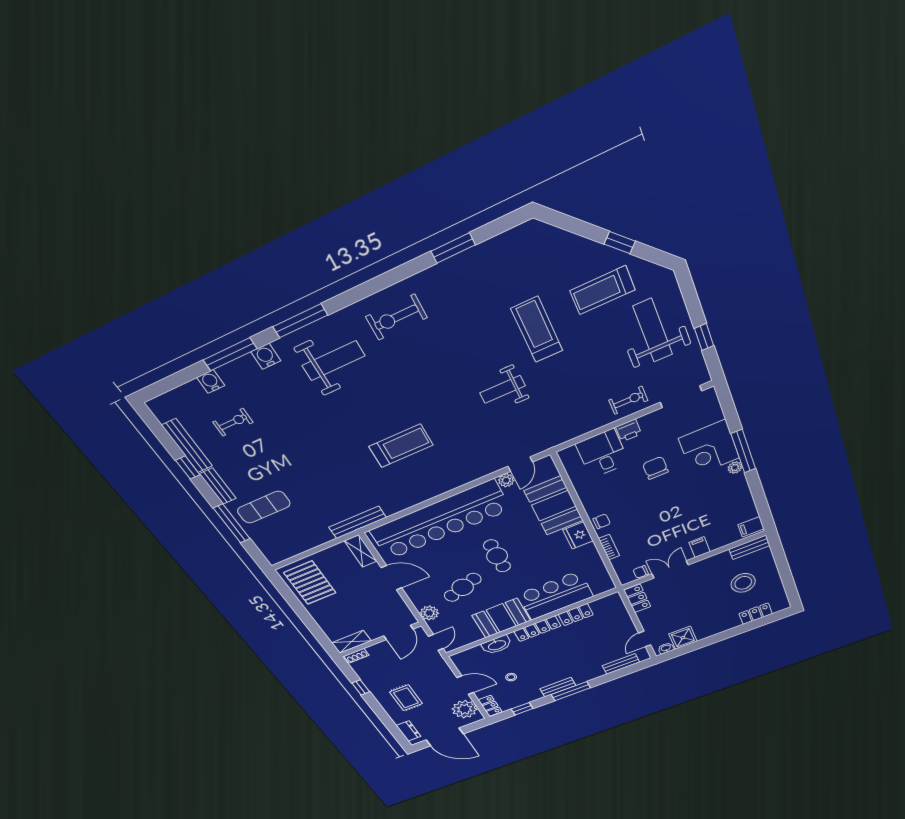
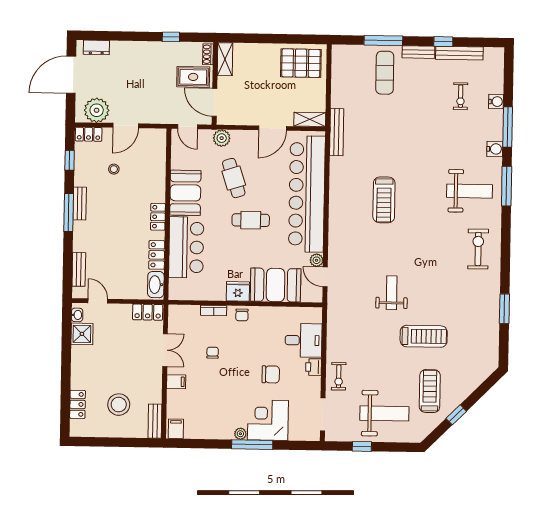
weight bench: (334, 361) -> (470, 191), turned -90
chair: (641, 572) -> (213, 353), moved
locker: (537, 629) -> (158, 217), width x0.66
washbasin: (497, 645) -> (156, 285), moved
rug: (406, 698) -> (193, 77), moved

